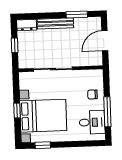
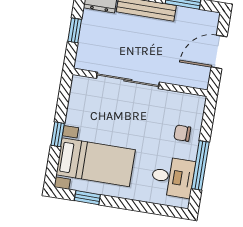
bed with nightstands: (43, 116) -> (96, 162), width x0.73

